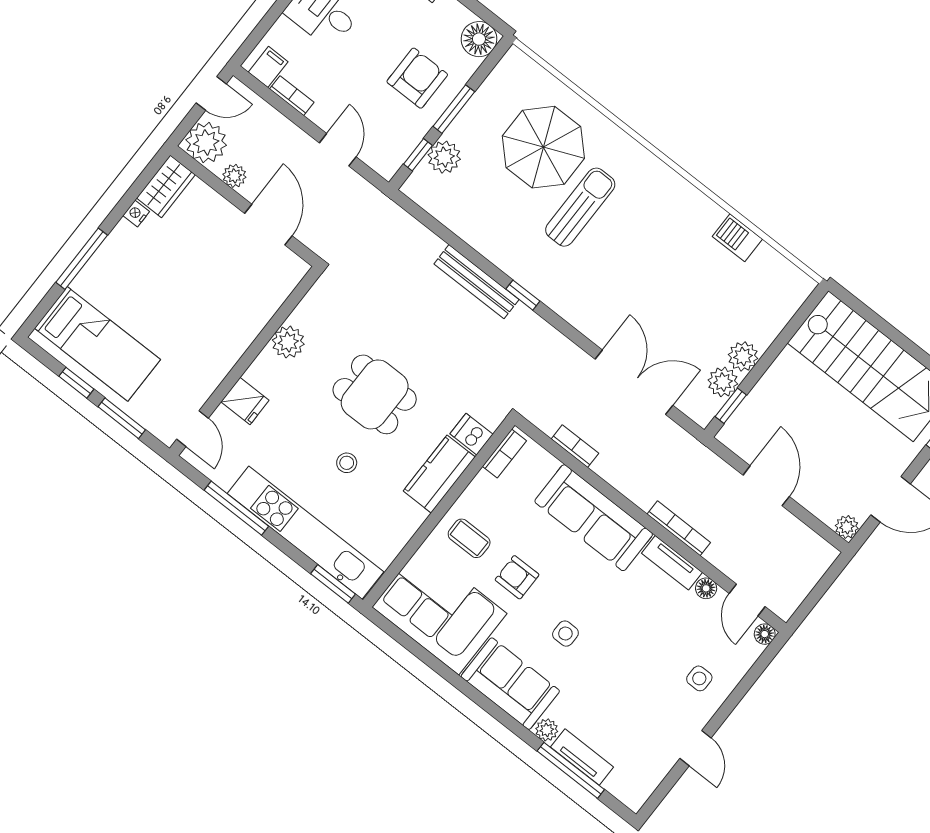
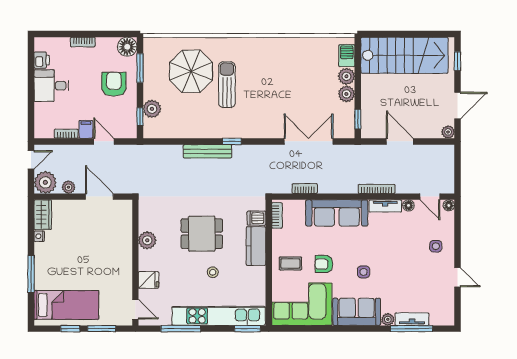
filing cabinet: (268, 67) -> (86, 129), moved
window: (454, 109) -> (140, 68), moved
barbecue: (737, 238) -> (347, 56), moved, turned 90
plant: (723, 382) -> (346, 76), moved

